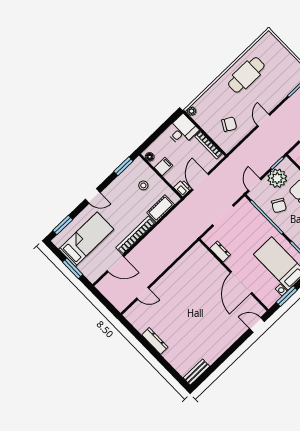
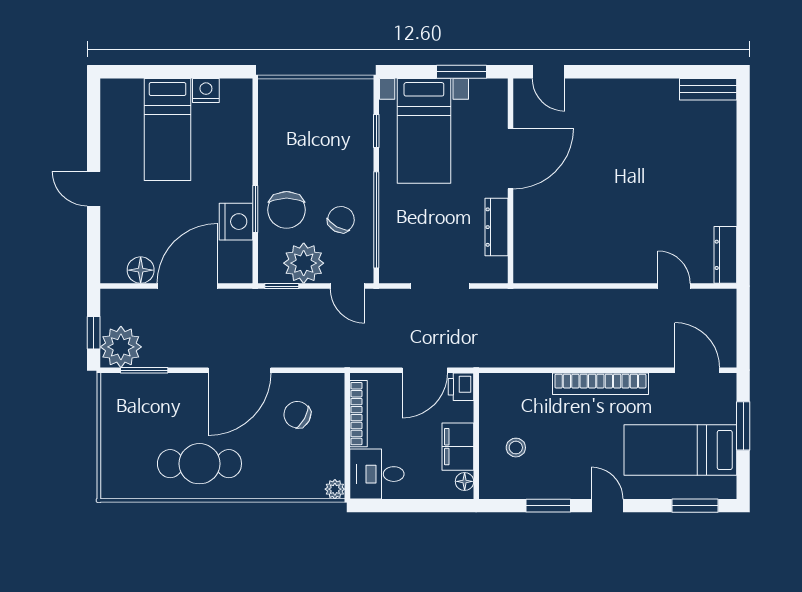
door: (264, 120) -> (240, 370), width x1.88
window: (123, 166) -> (548, 506), moved
filing cabinet: (163, 167) -> (458, 447), width x2.00
door: (255, 185) -> (347, 286), hinge flipped
cot: (161, 209) -> (524, 387), removed
dresser: (220, 252) -> (496, 227), width x1.44
door: (116, 264) -> (697, 370), moved
dresser: (155, 341) -> (725, 255), moved

